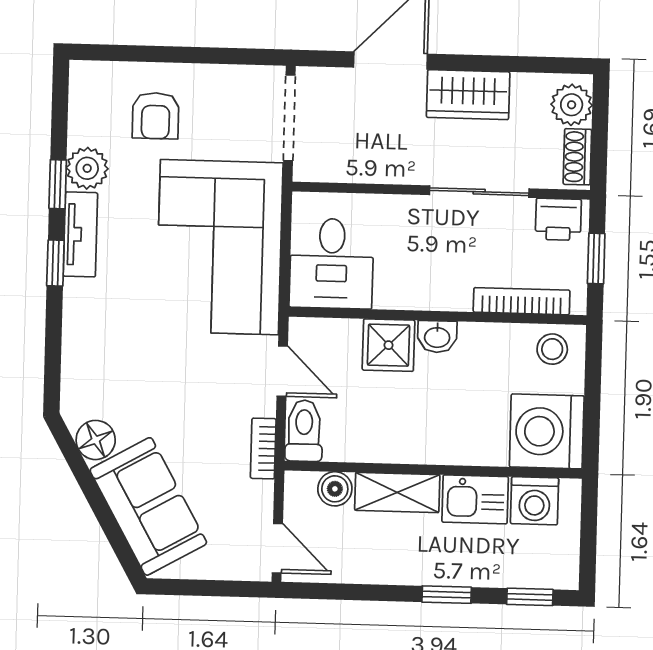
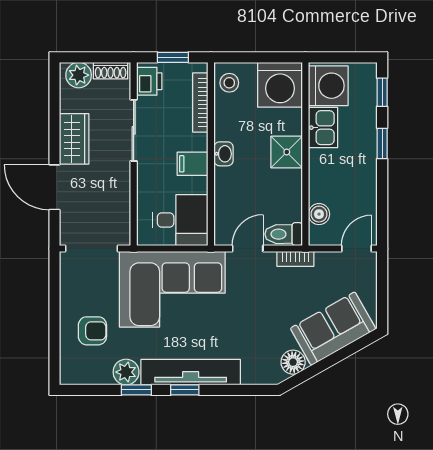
tv unit: (80, 234) -> (191, 372), width x1.92, depth x1.29
filing cabinet: (422, 286) -> (192, 164), added
shower: (389, 345) -> (287, 152), moved
shelving: (397, 492) -> (320, 176), removed
washing machine: (535, 501) -> (328, 86), width x1.37, depth x1.37

